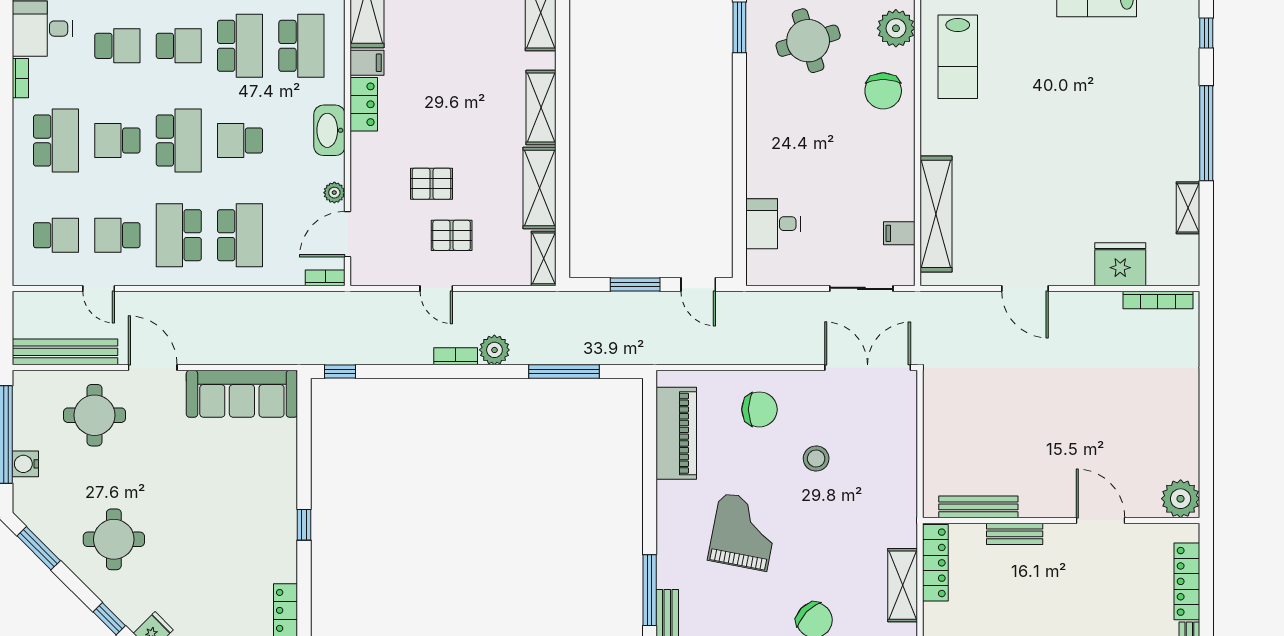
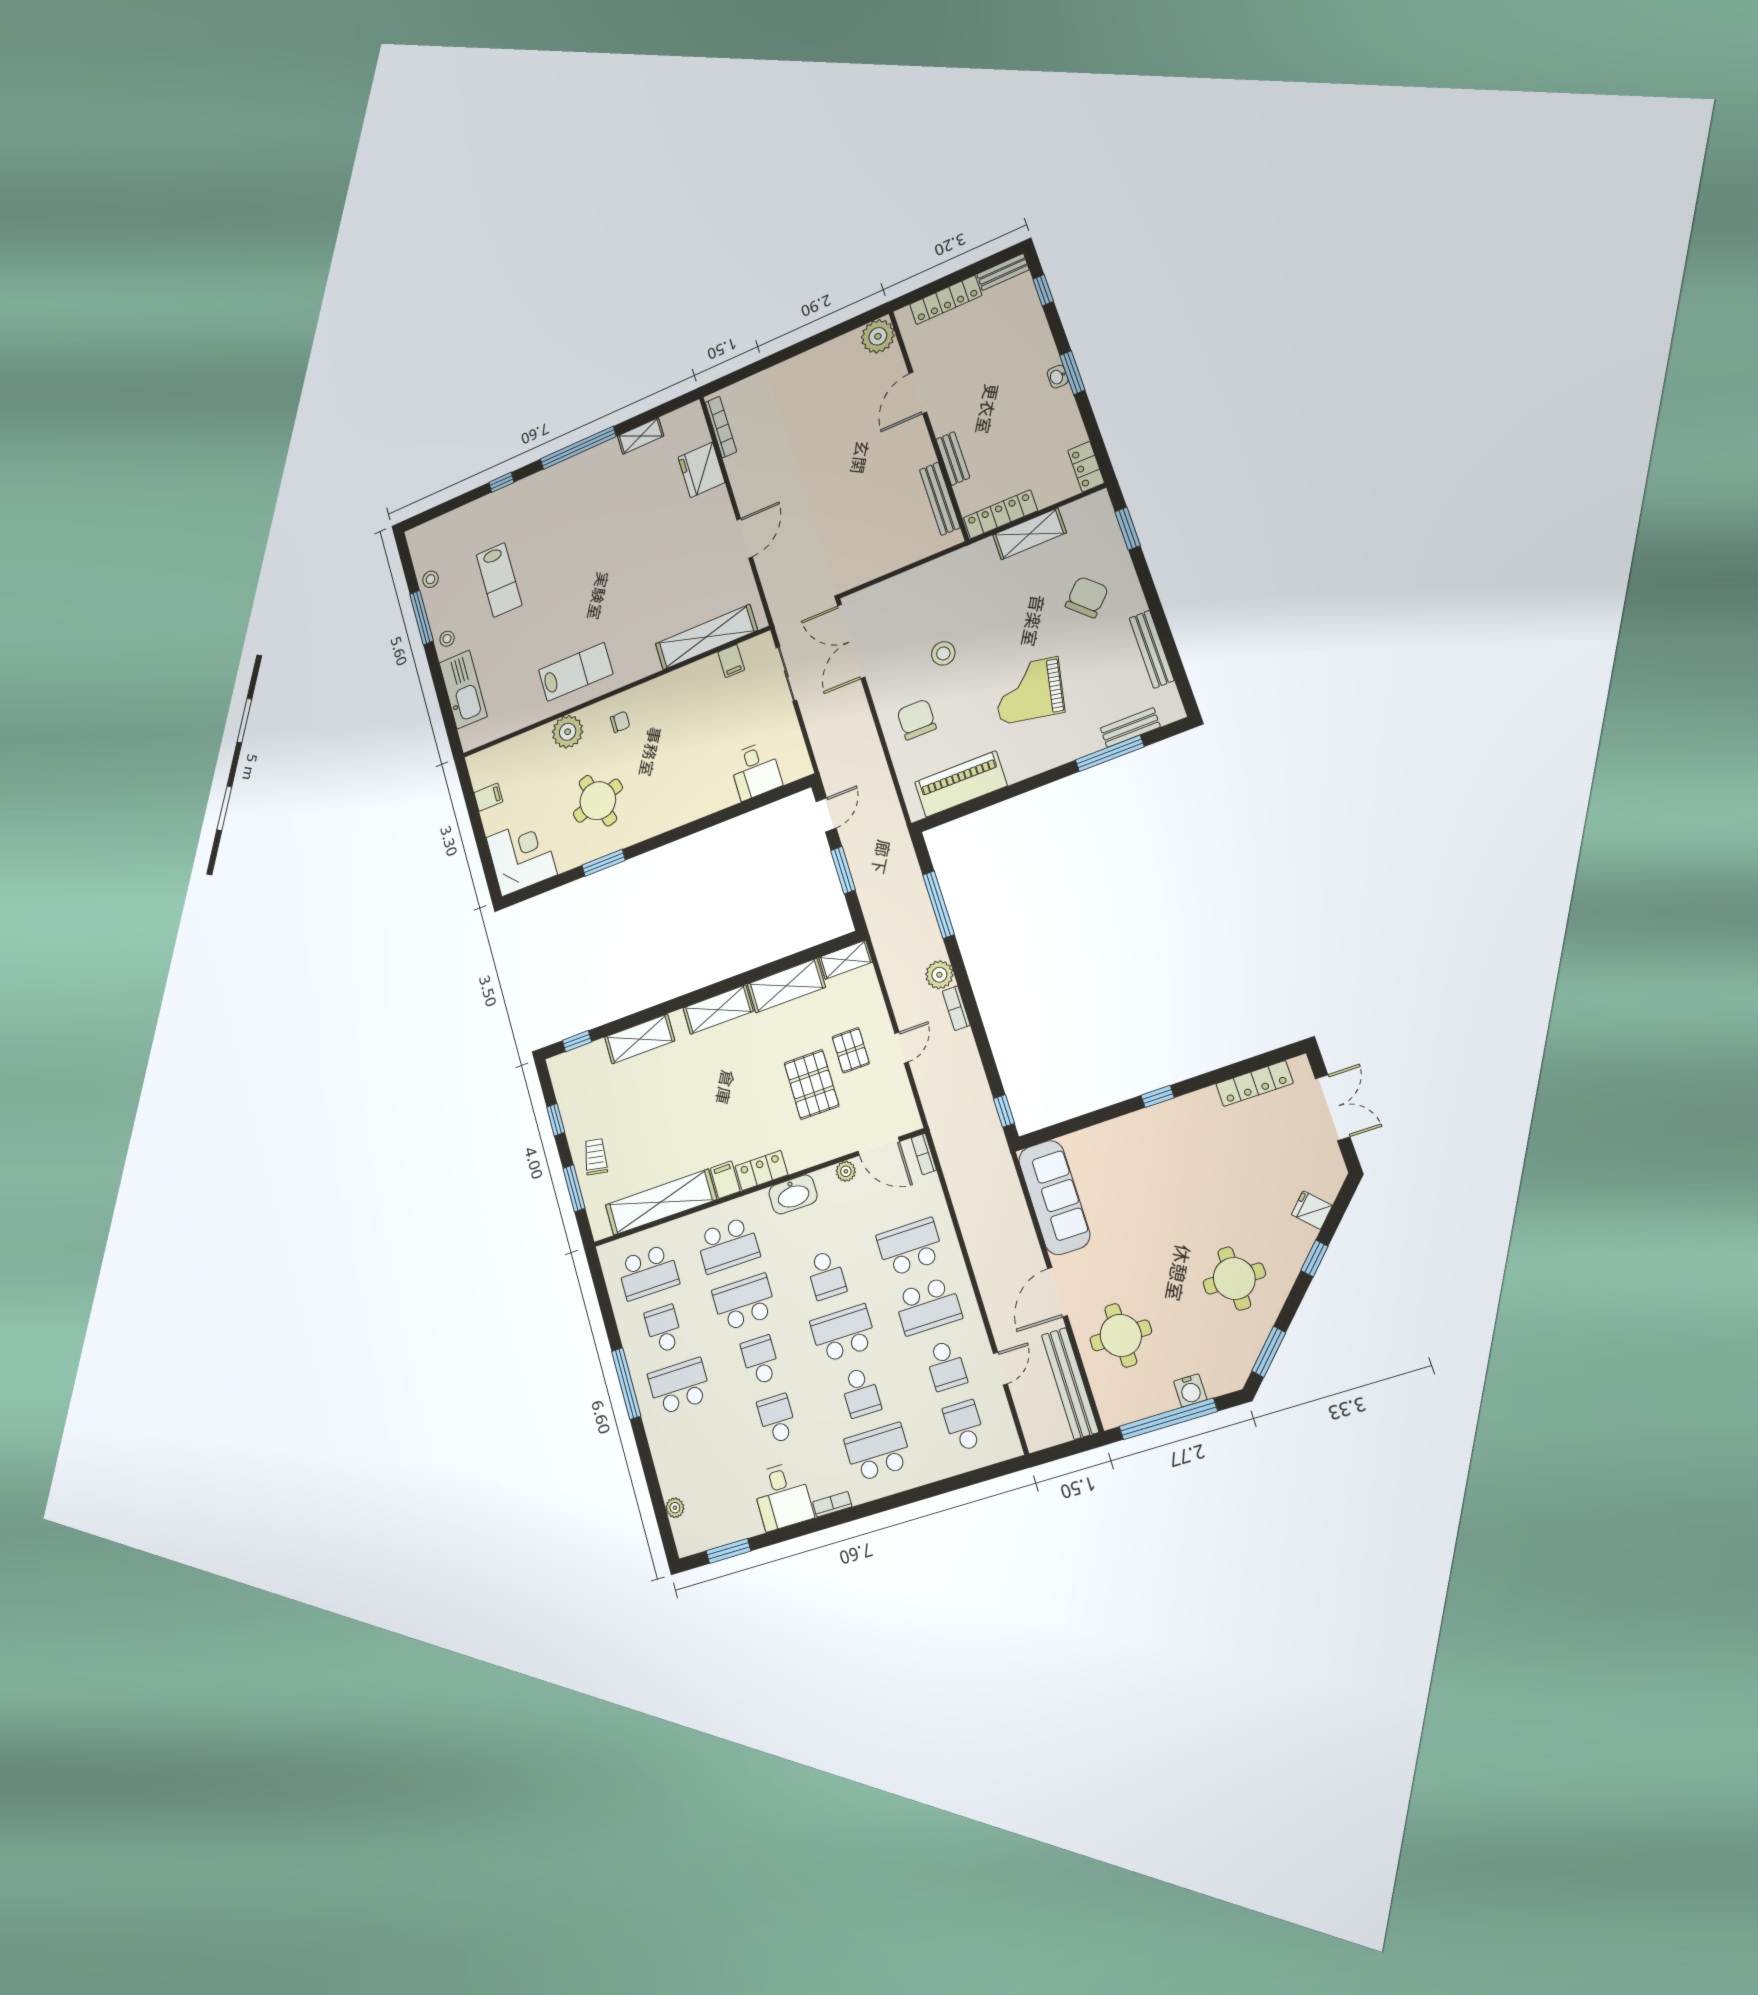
school desk: (301, 46) -> (728, 1245), turned 180
chair: (883, 91) -> (620, 722), width x0.54, depth x0.54
pallet: (432, 184) -> (812, 1084), width x1.50, depth x1.42

